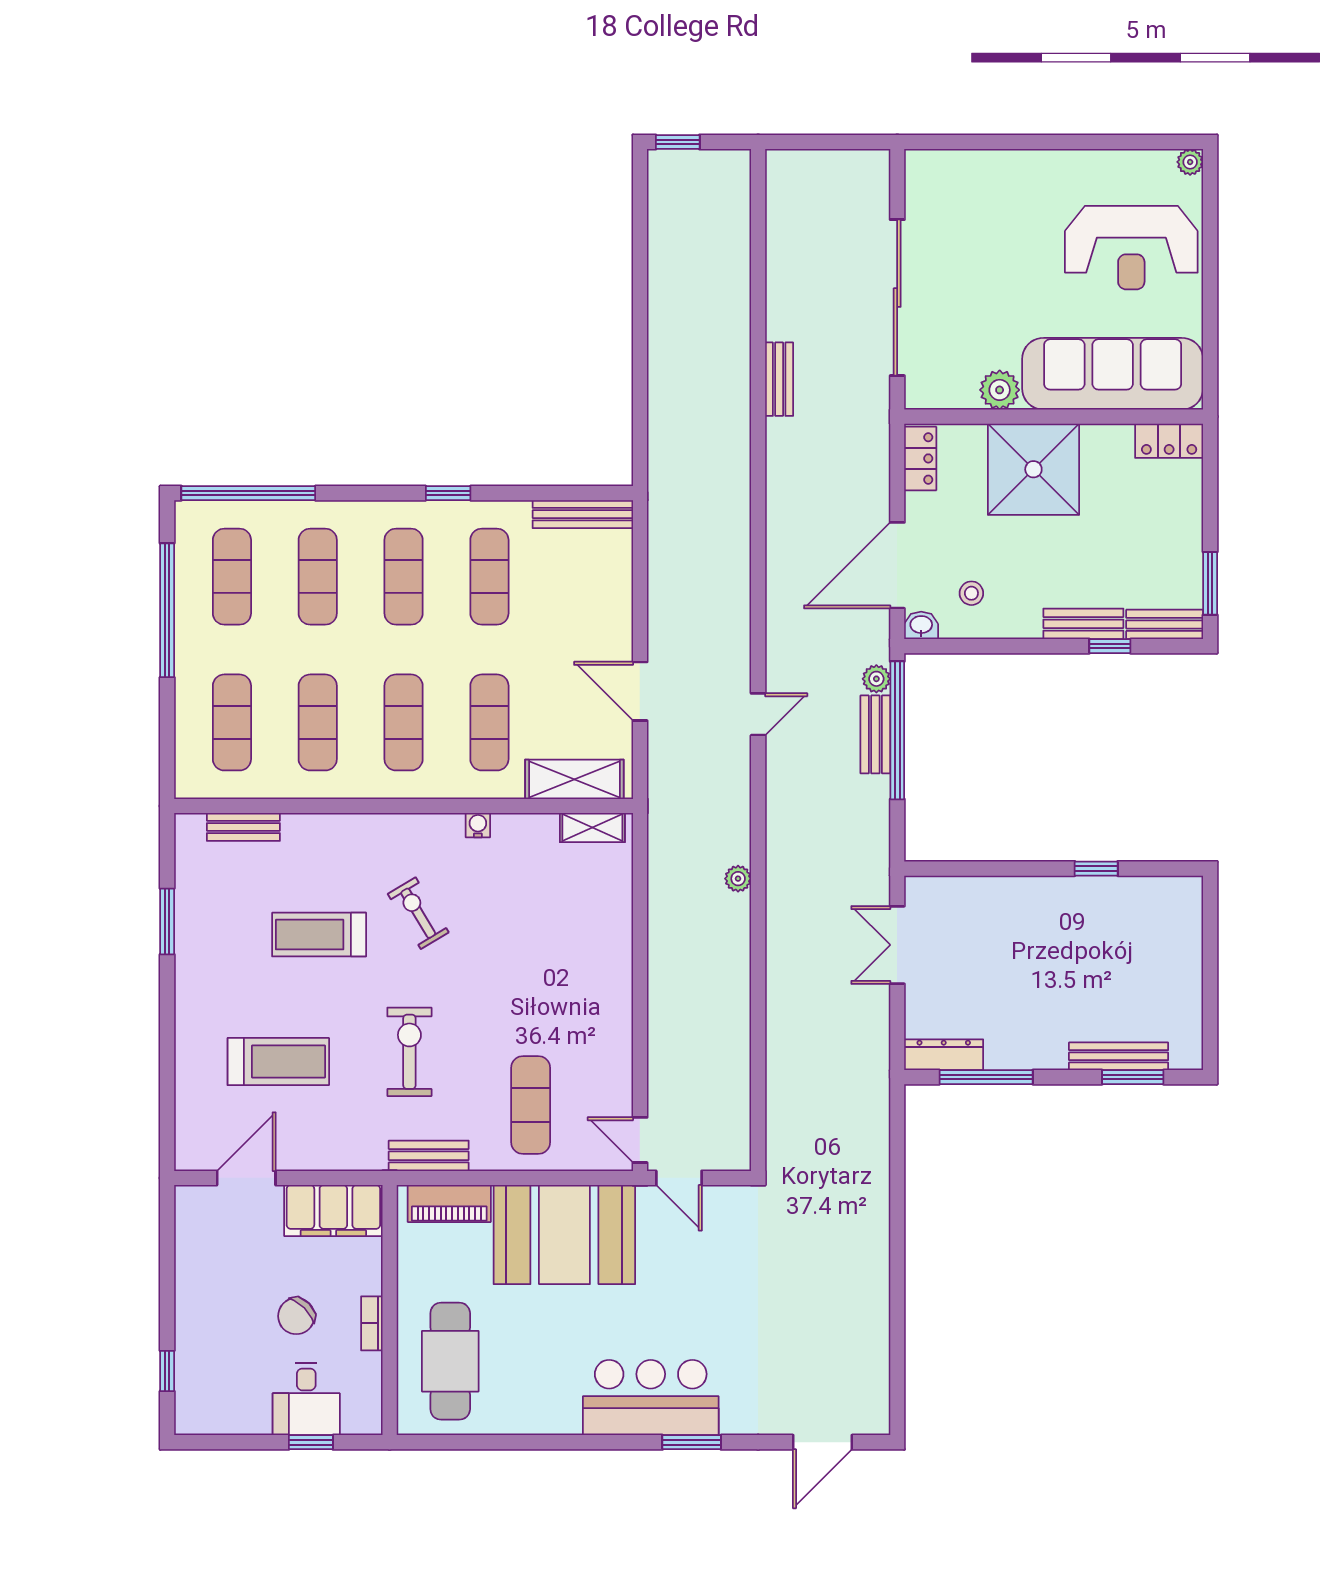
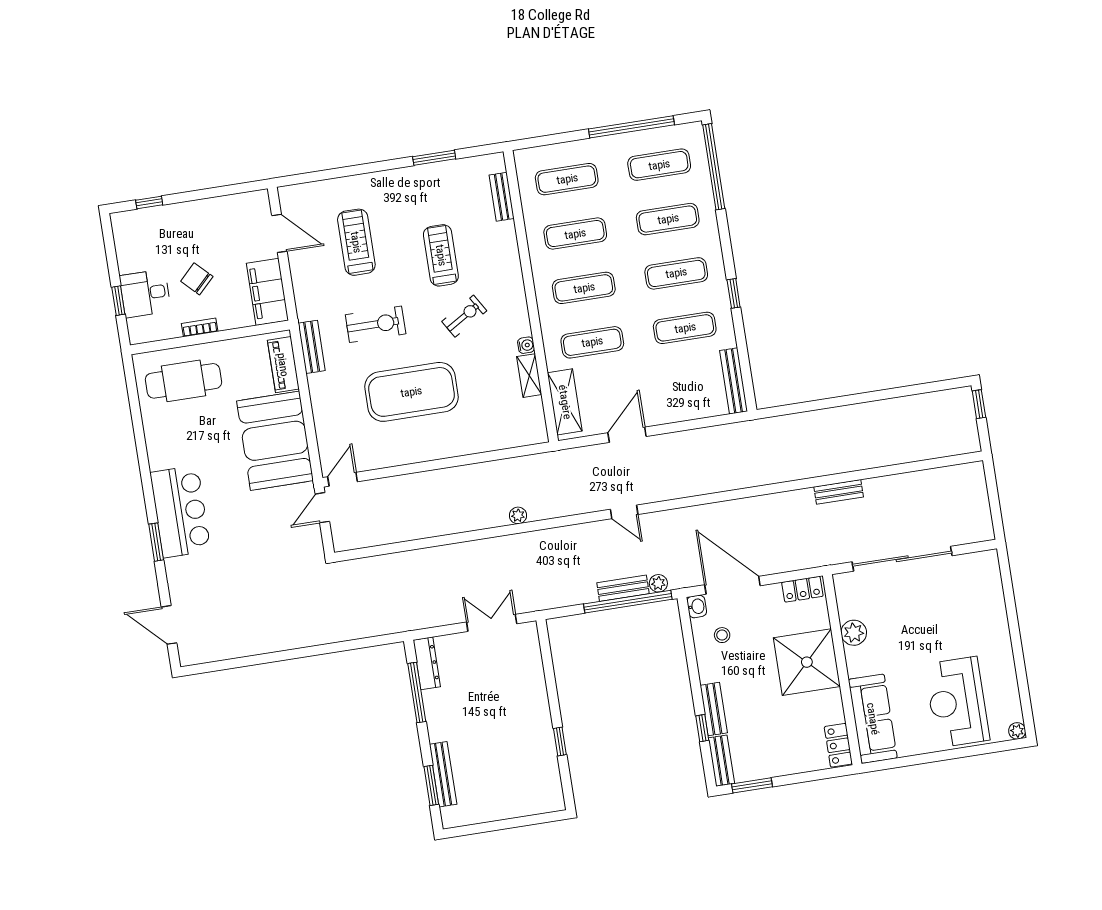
sofa: (1113, 374) -> (873, 719), width x0.74, depth x0.79
shelving: (592, 828) -> (529, 376), moved
treadmill: (278, 1062) -> (356, 242), turned 180
exercise mat: (531, 1105) -> (411, 392), moved, width x2.00, depth x1.45

